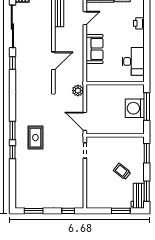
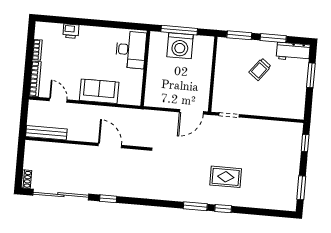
desk: (133, 61) -> (131, 50), moved, turned 90
plant: (78, 91) -> (151, 117), removed
rug: (35, 138) -> (226, 177), moved
window: (147, 191) -> (273, 38), moved

